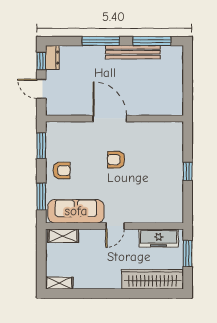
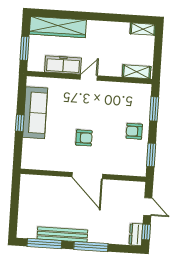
sofa: (76, 211) -> (35, 113), moved, turned -90
freezer: (159, 238) -> (63, 65), moved

